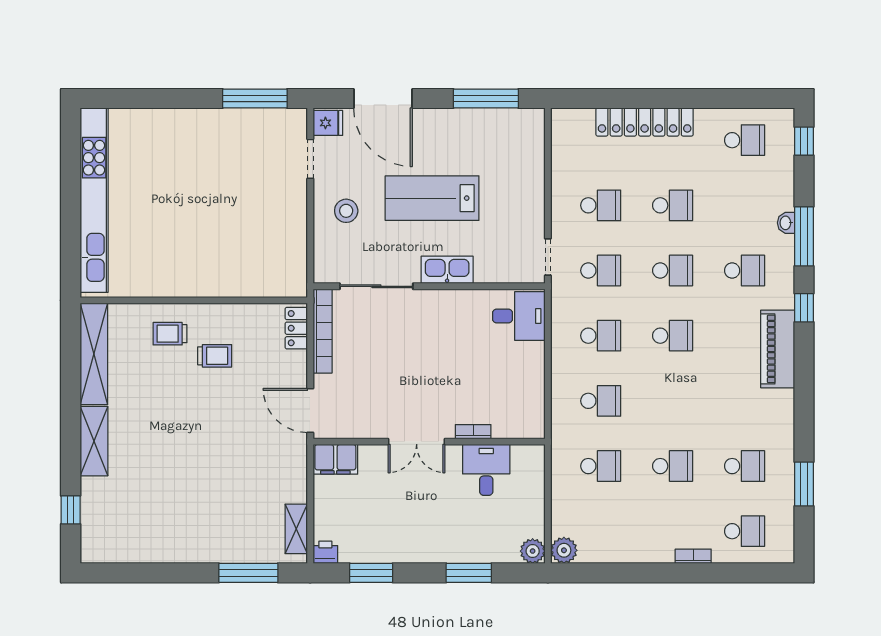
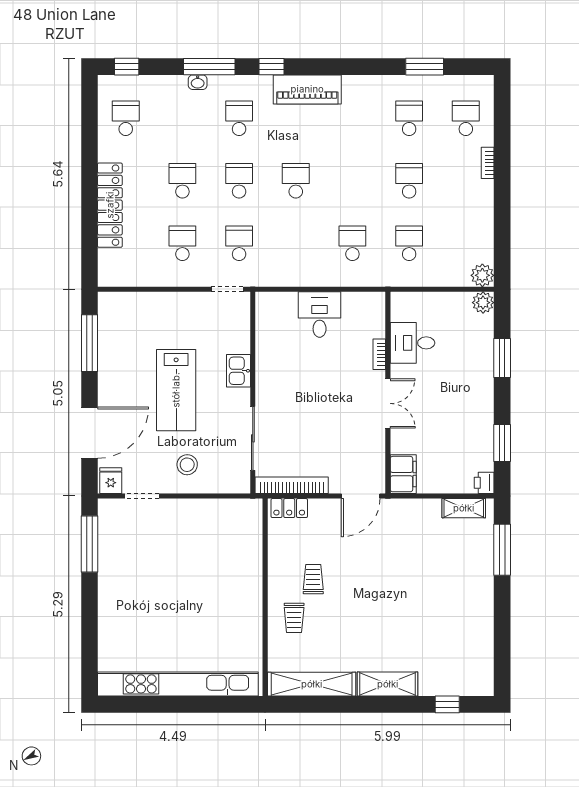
kitchen sink: (447, 270) -> (238, 371), width x0.73
desk: (519, 316) -> (320, 315), moved
school desk: (601, 336) -> (296, 243), removed

